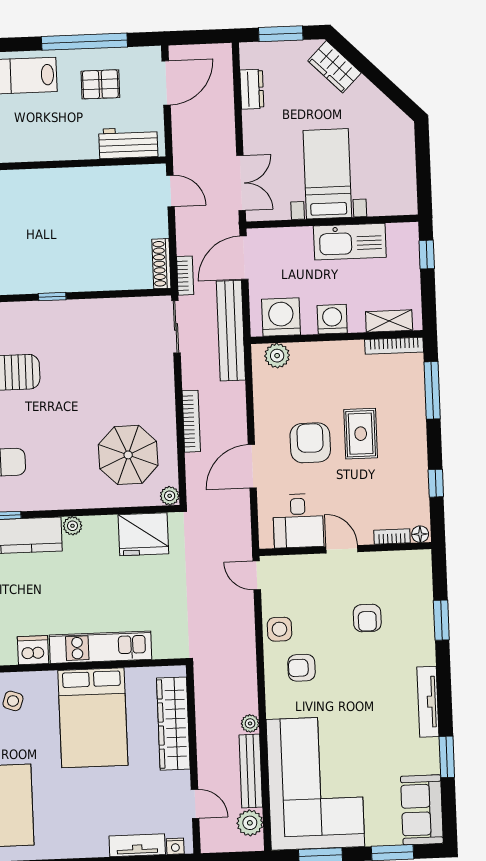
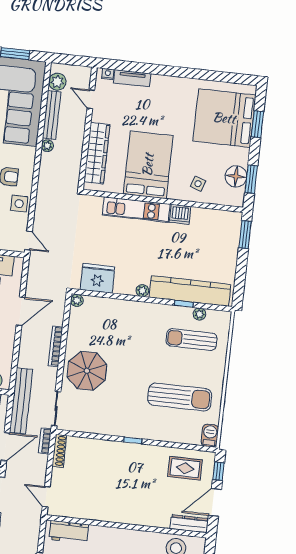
parasol: (128, 455) -> (87, 371), moved

